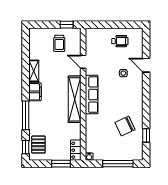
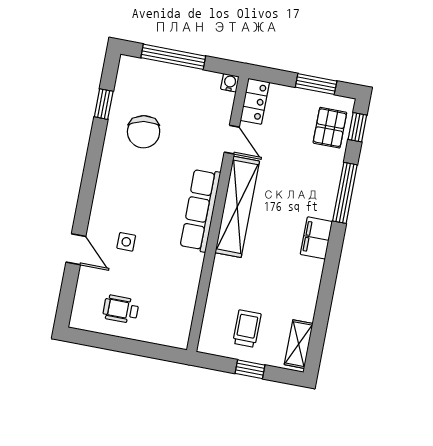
window: (67, 25) -> (250, 369), moved
door: (83, 62) -> (232, 140), moved
shelving: (34, 71) -> (299, 344), moved
chair: (125, 126) -> (144, 132), turned 105
window: (61, 164) -> (316, 84), moved

